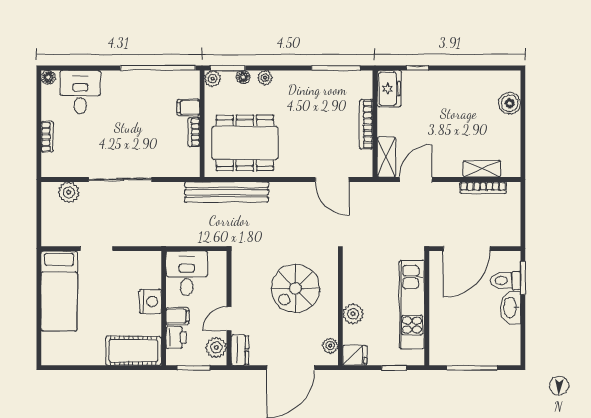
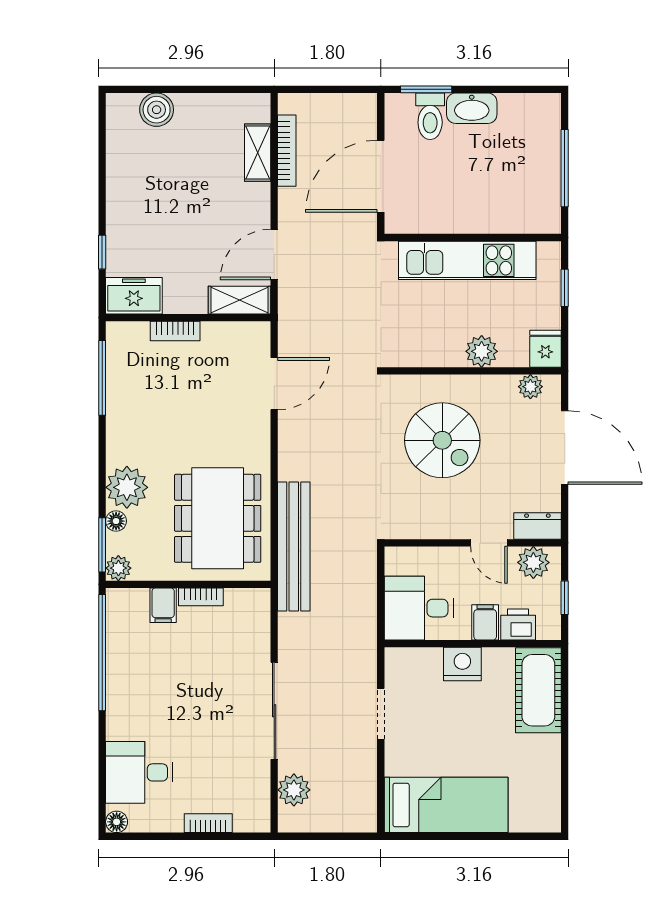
plant: (265, 78) -> (127, 487), width x1.87, depth x1.87
bookcase: (366, 124) -> (175, 331), width x0.64
door: (416, 179) -> (274, 255), hinge flipped
doorway: (97, 249) -> (381, 714), moved
door: (466, 249) -> (381, 176), swing flipped
window: (193, 368) -> (565, 598), width x0.67

